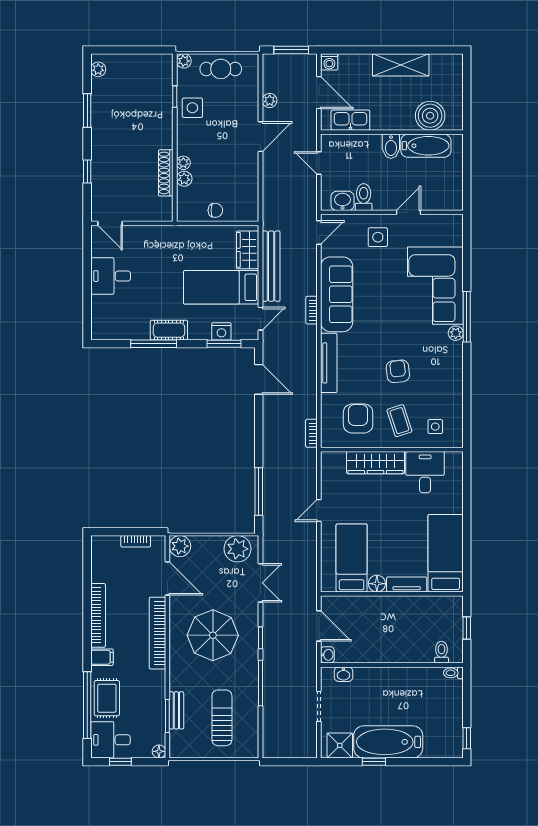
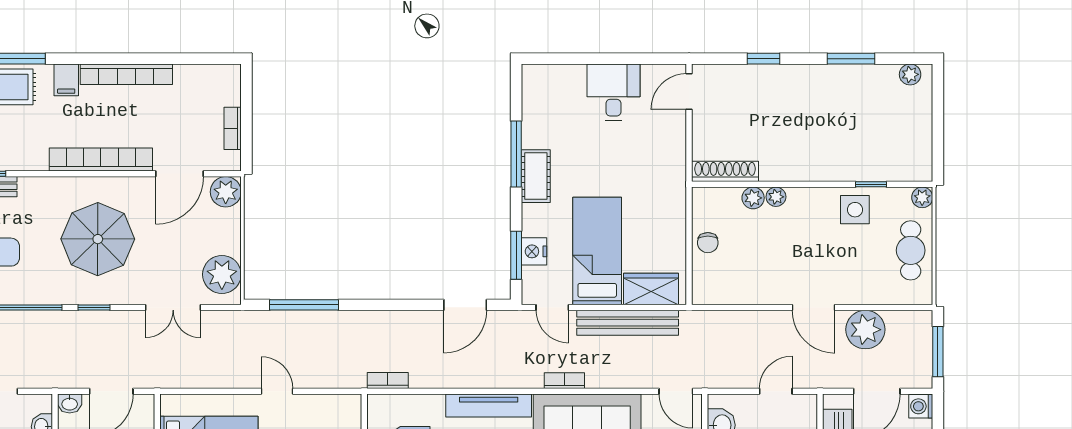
plant: (270, 101) -> (865, 330), width x1.87, depth x1.87
shoe rack: (166, 173) -> (725, 171), moved

